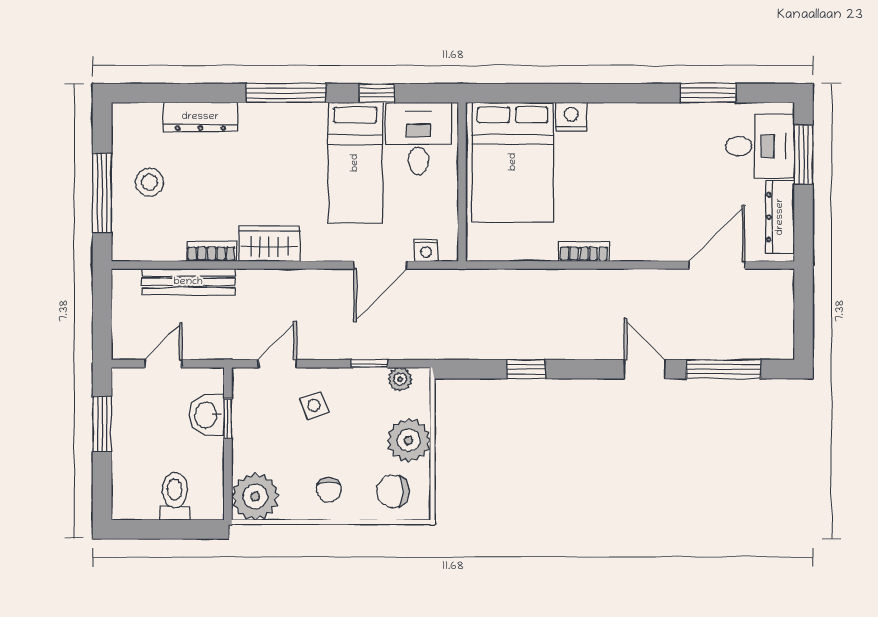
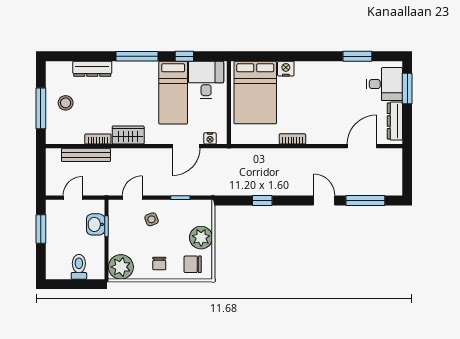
plant: (400, 379) -> (197, 206), removed

